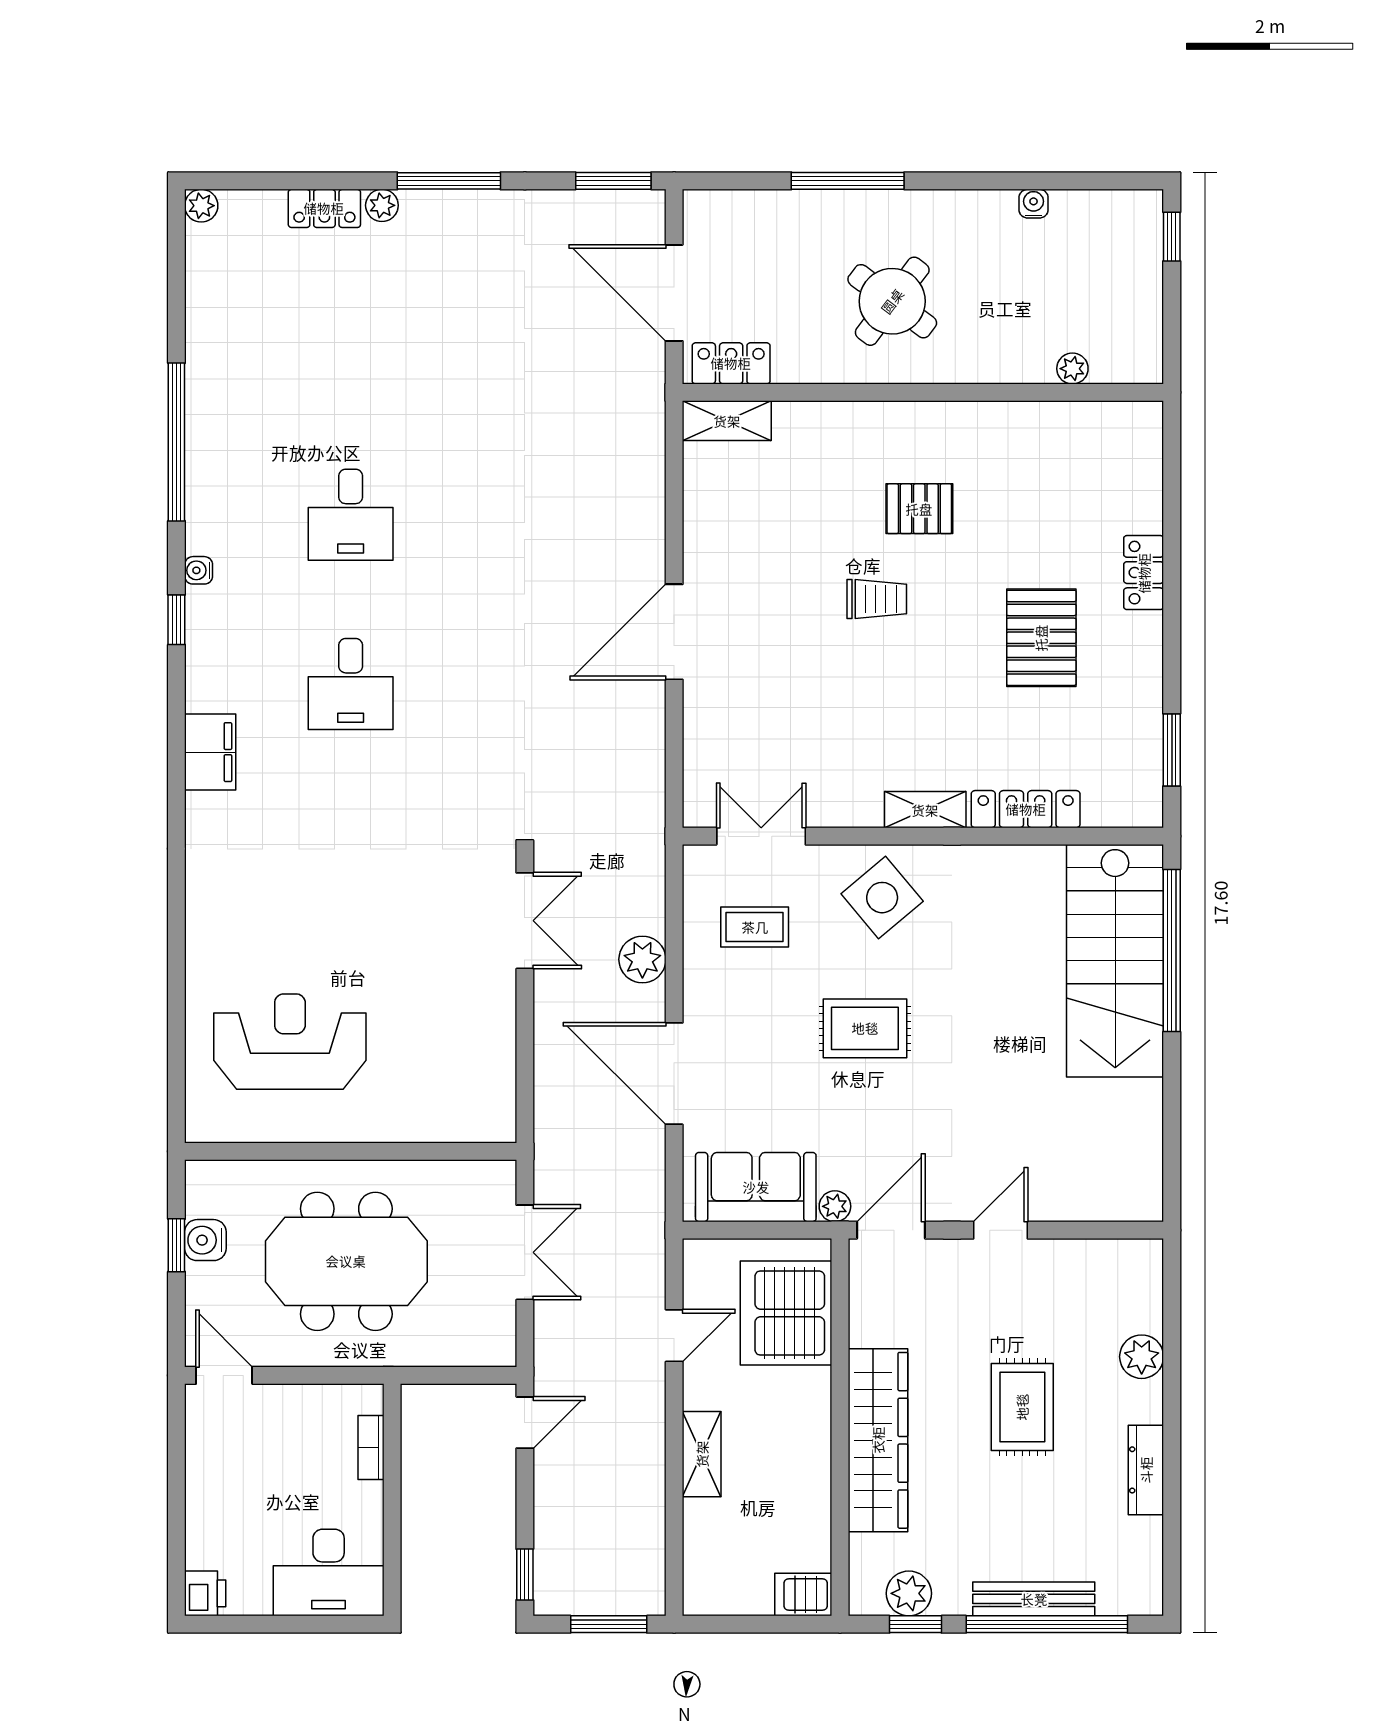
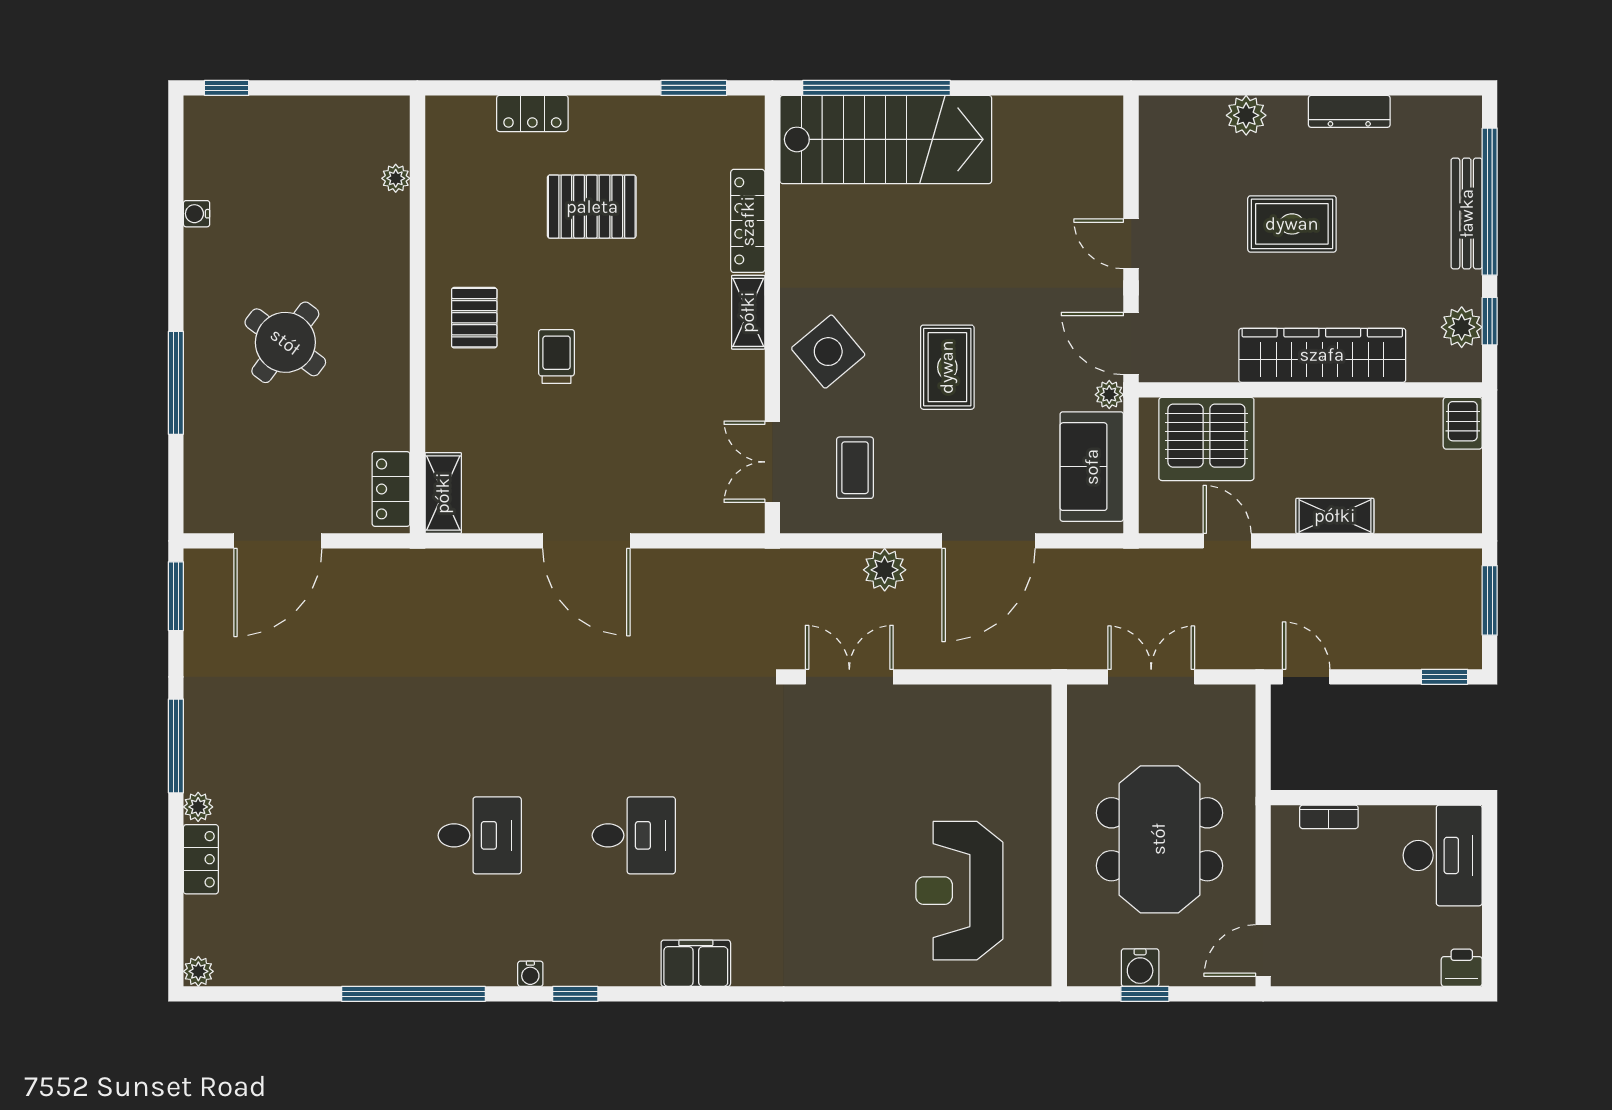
locker: (731, 363) -> (391, 489), moved
plant: (1072, 369) -> (396, 178), moved
wall: (923, 392) -> (417, 314), moved
shelving: (727, 421) -> (443, 493), moved

